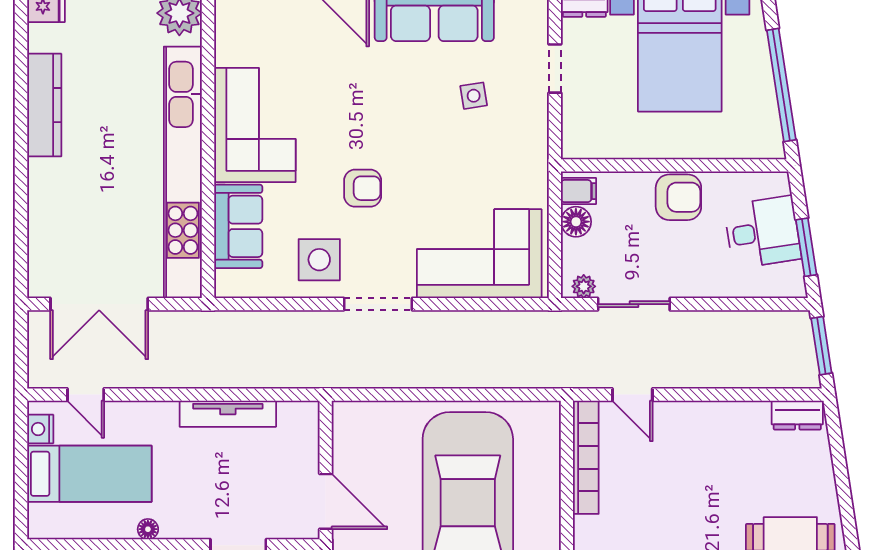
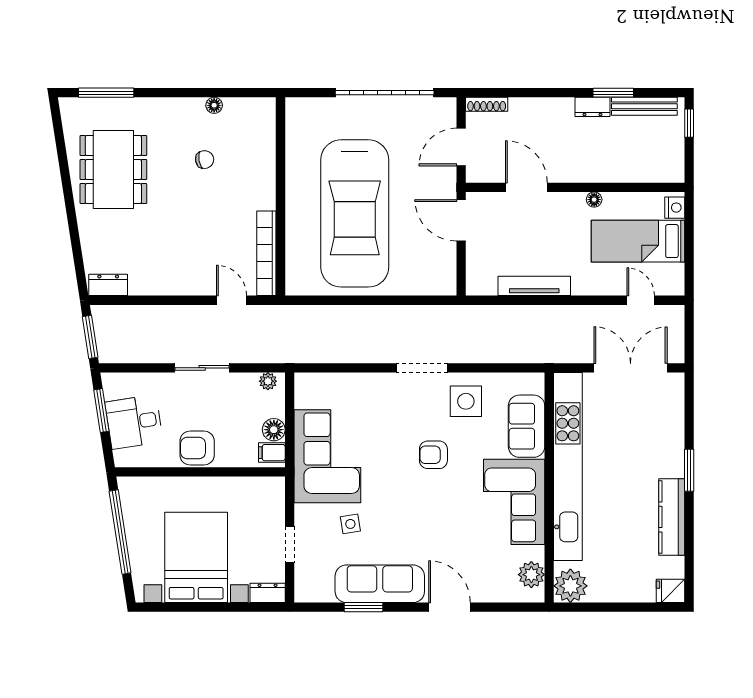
plant: (232, 28) -> (531, 575), added
window: (21, 168) -> (689, 470), added
corner sofa: (479, 254) -> (327, 456), moved, turned -90
sliding door: (634, 304) -> (202, 368), moved
nightstand: (40, 429) -> (675, 208), moved

